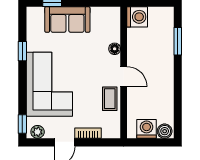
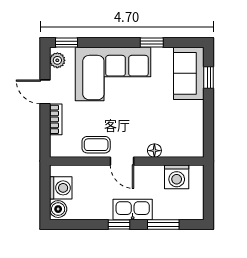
washing machine: (137, 17) -> (177, 177), moved
sofa: (67, 19) -> (189, 73), moved
kitchen sink: (165, 67) -> (133, 210), added
door: (124, 77) -> (122, 161), hinge flipped
window: (178, 79) -> (119, 224), added

